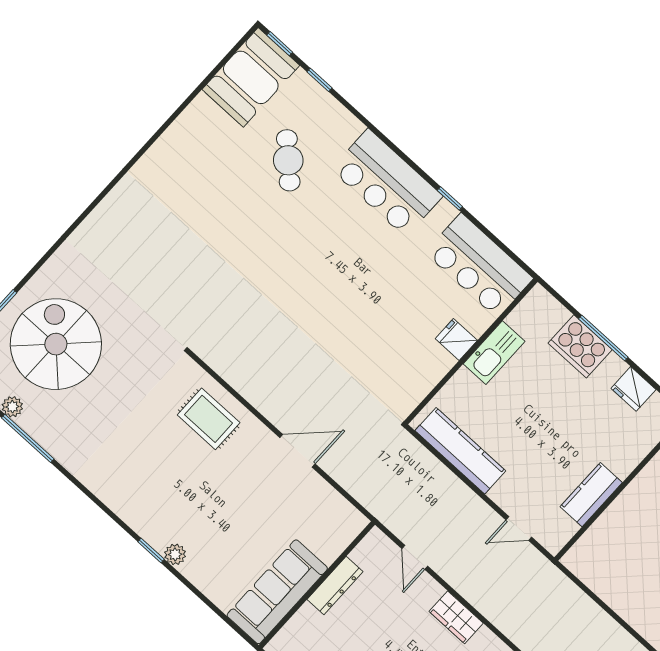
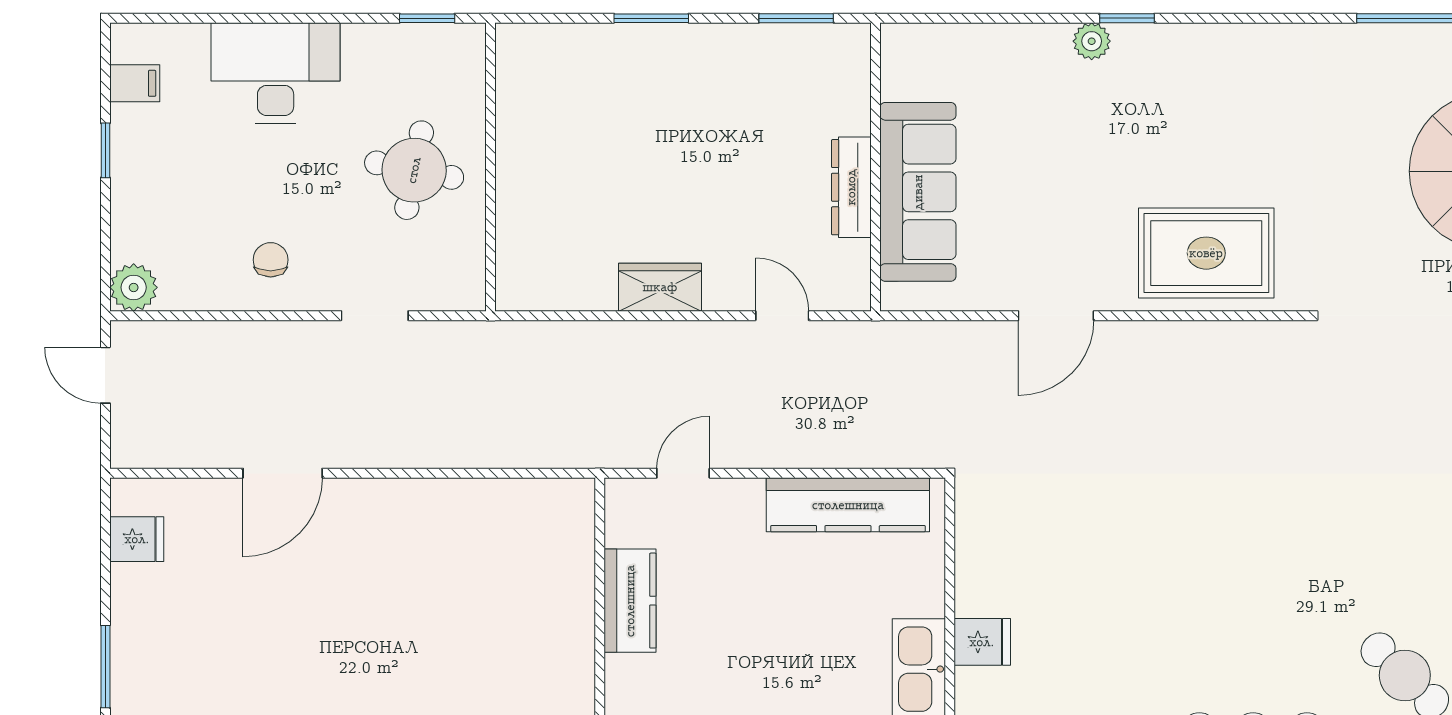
rug: (209, 419) -> (1206, 253), width x1.36, depth x1.43
sofa: (277, 592) -> (918, 192), moved

